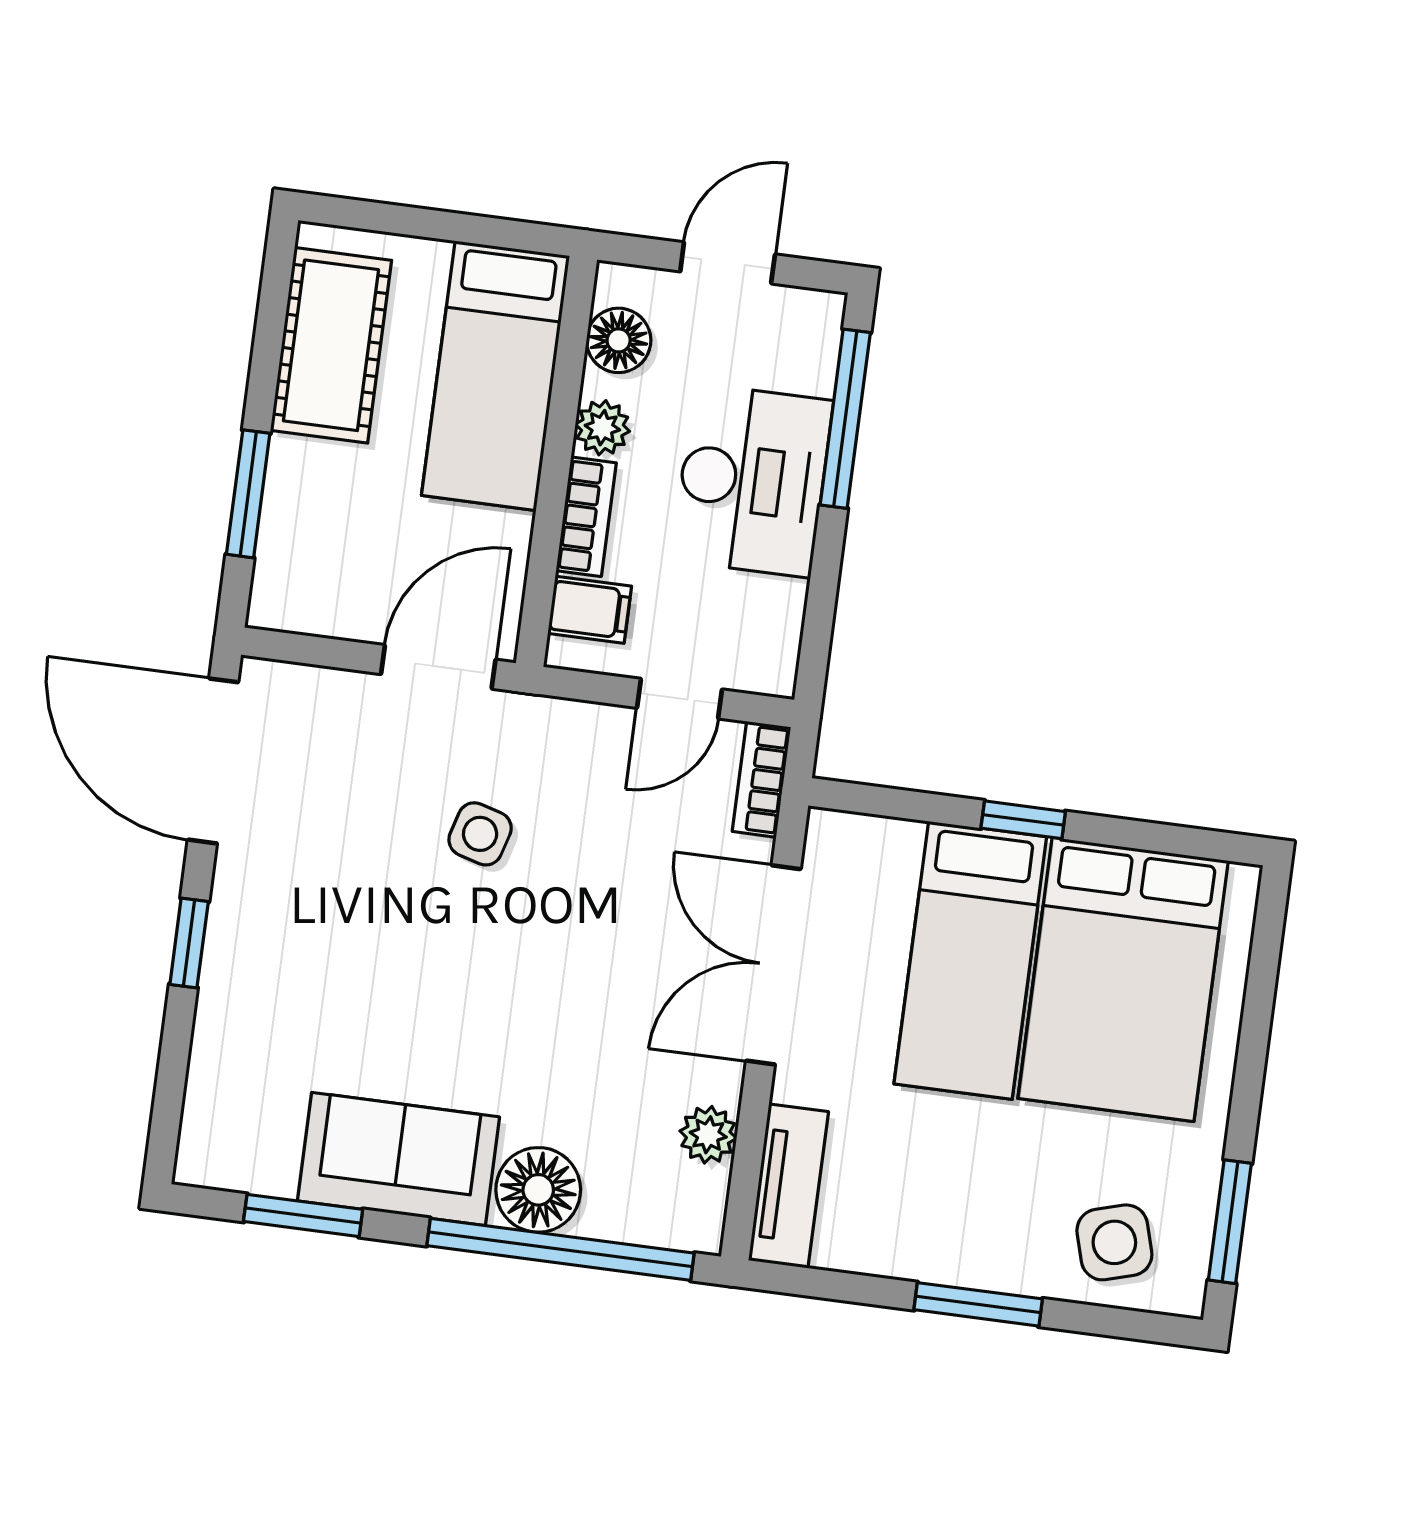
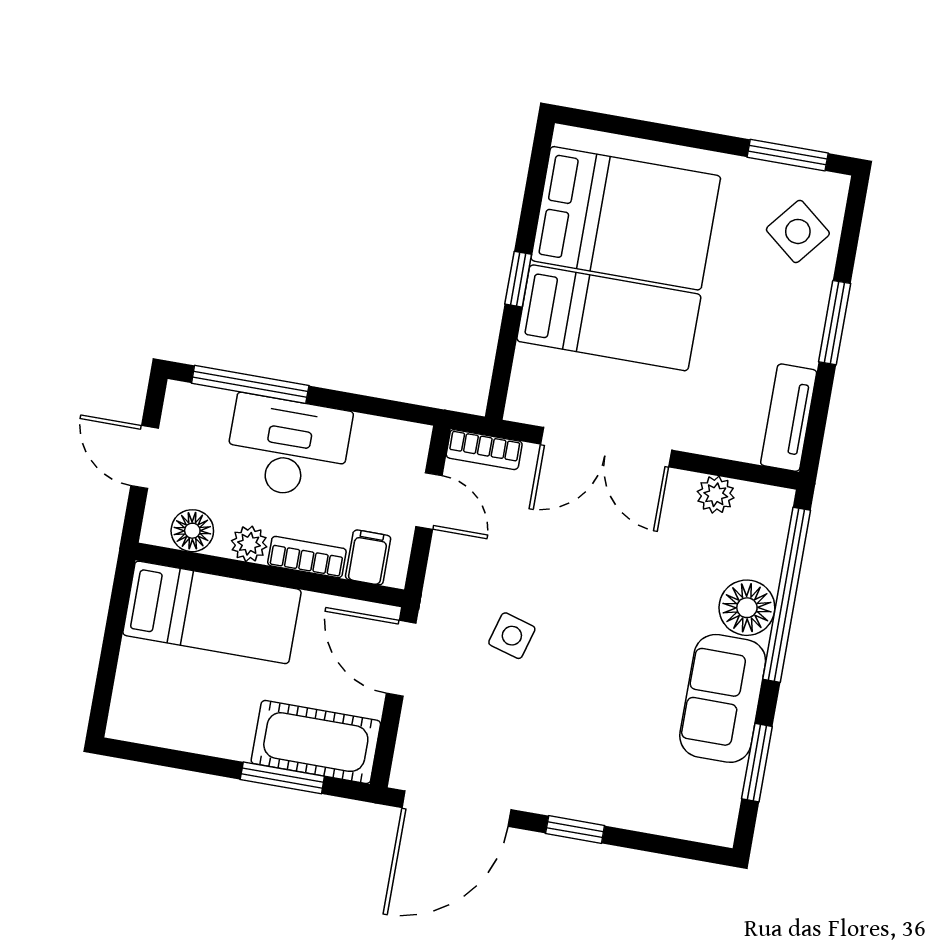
cot: (331, 345) -> (316, 742), moved
tv unit: (788, 1186) -> (789, 418), moved, turned -90
side table: (1114, 1242) -> (798, 231), turned -35

